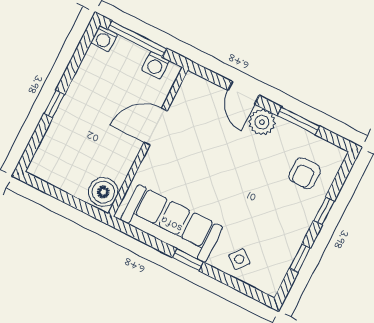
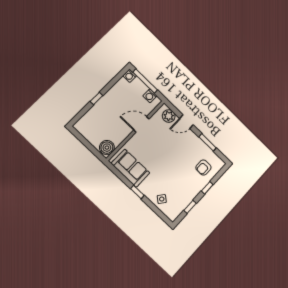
door: (243, 93) -> (186, 122), hinge flipped
plant: (262, 122) -> (169, 116), moved
sofa: (172, 223) -> (130, 168), width x0.73

